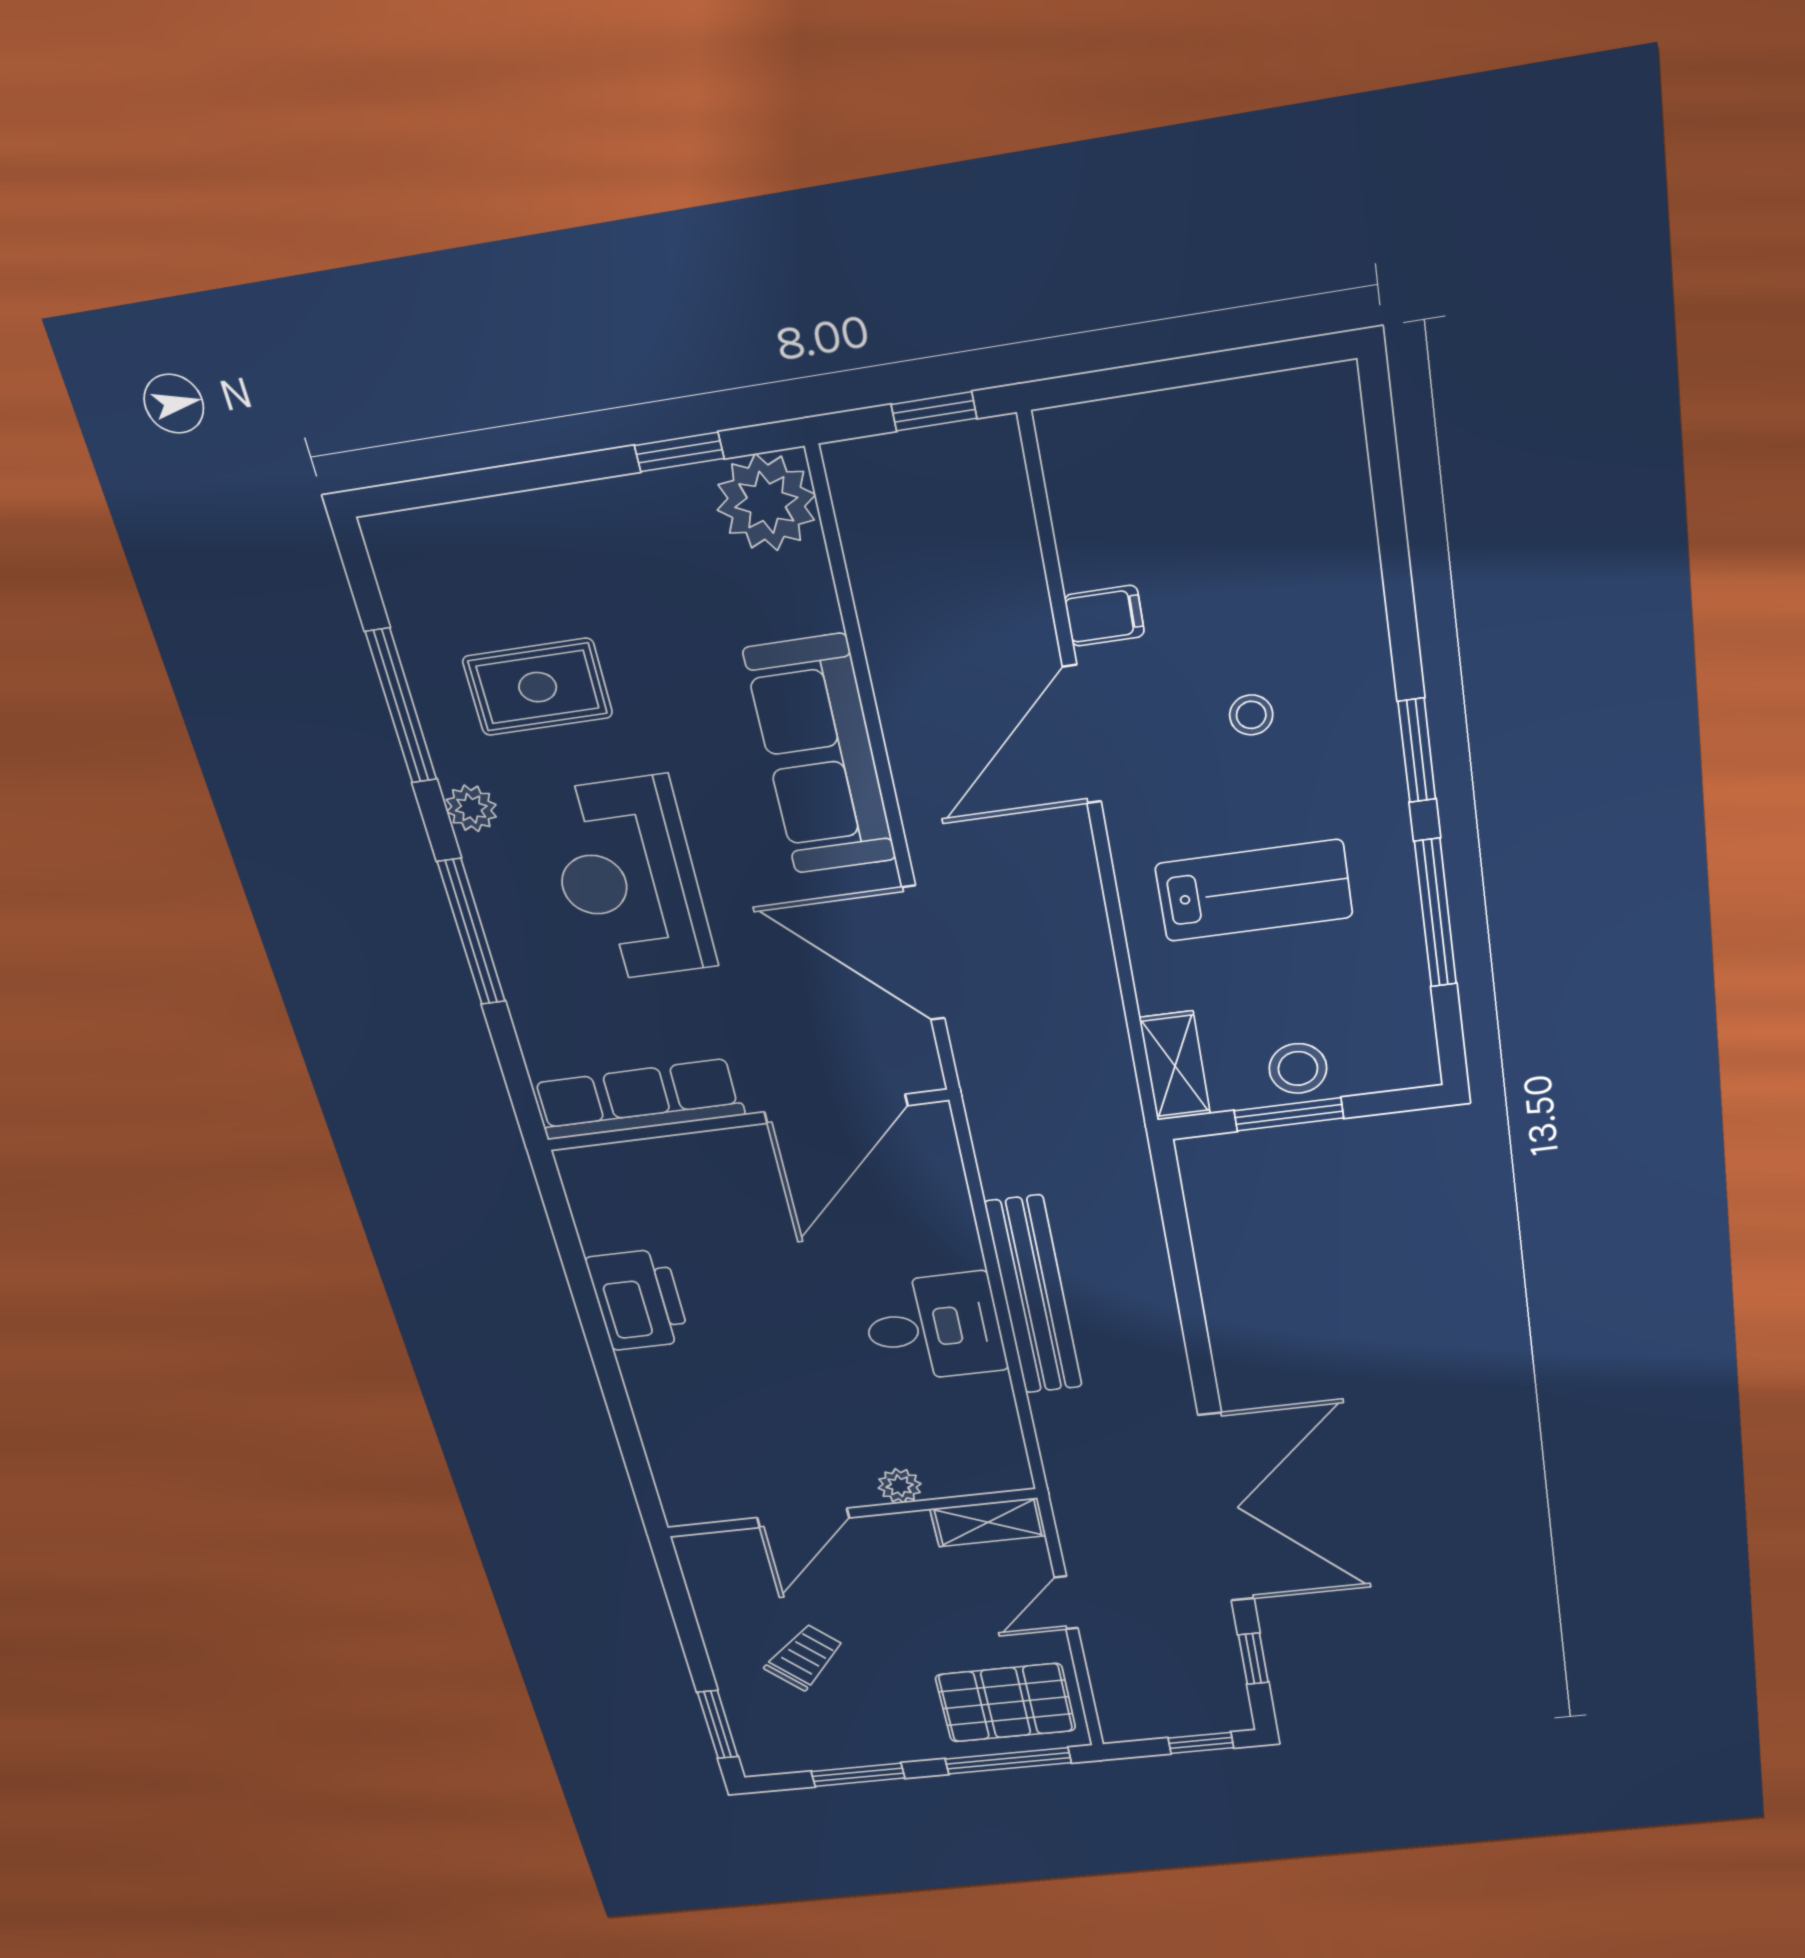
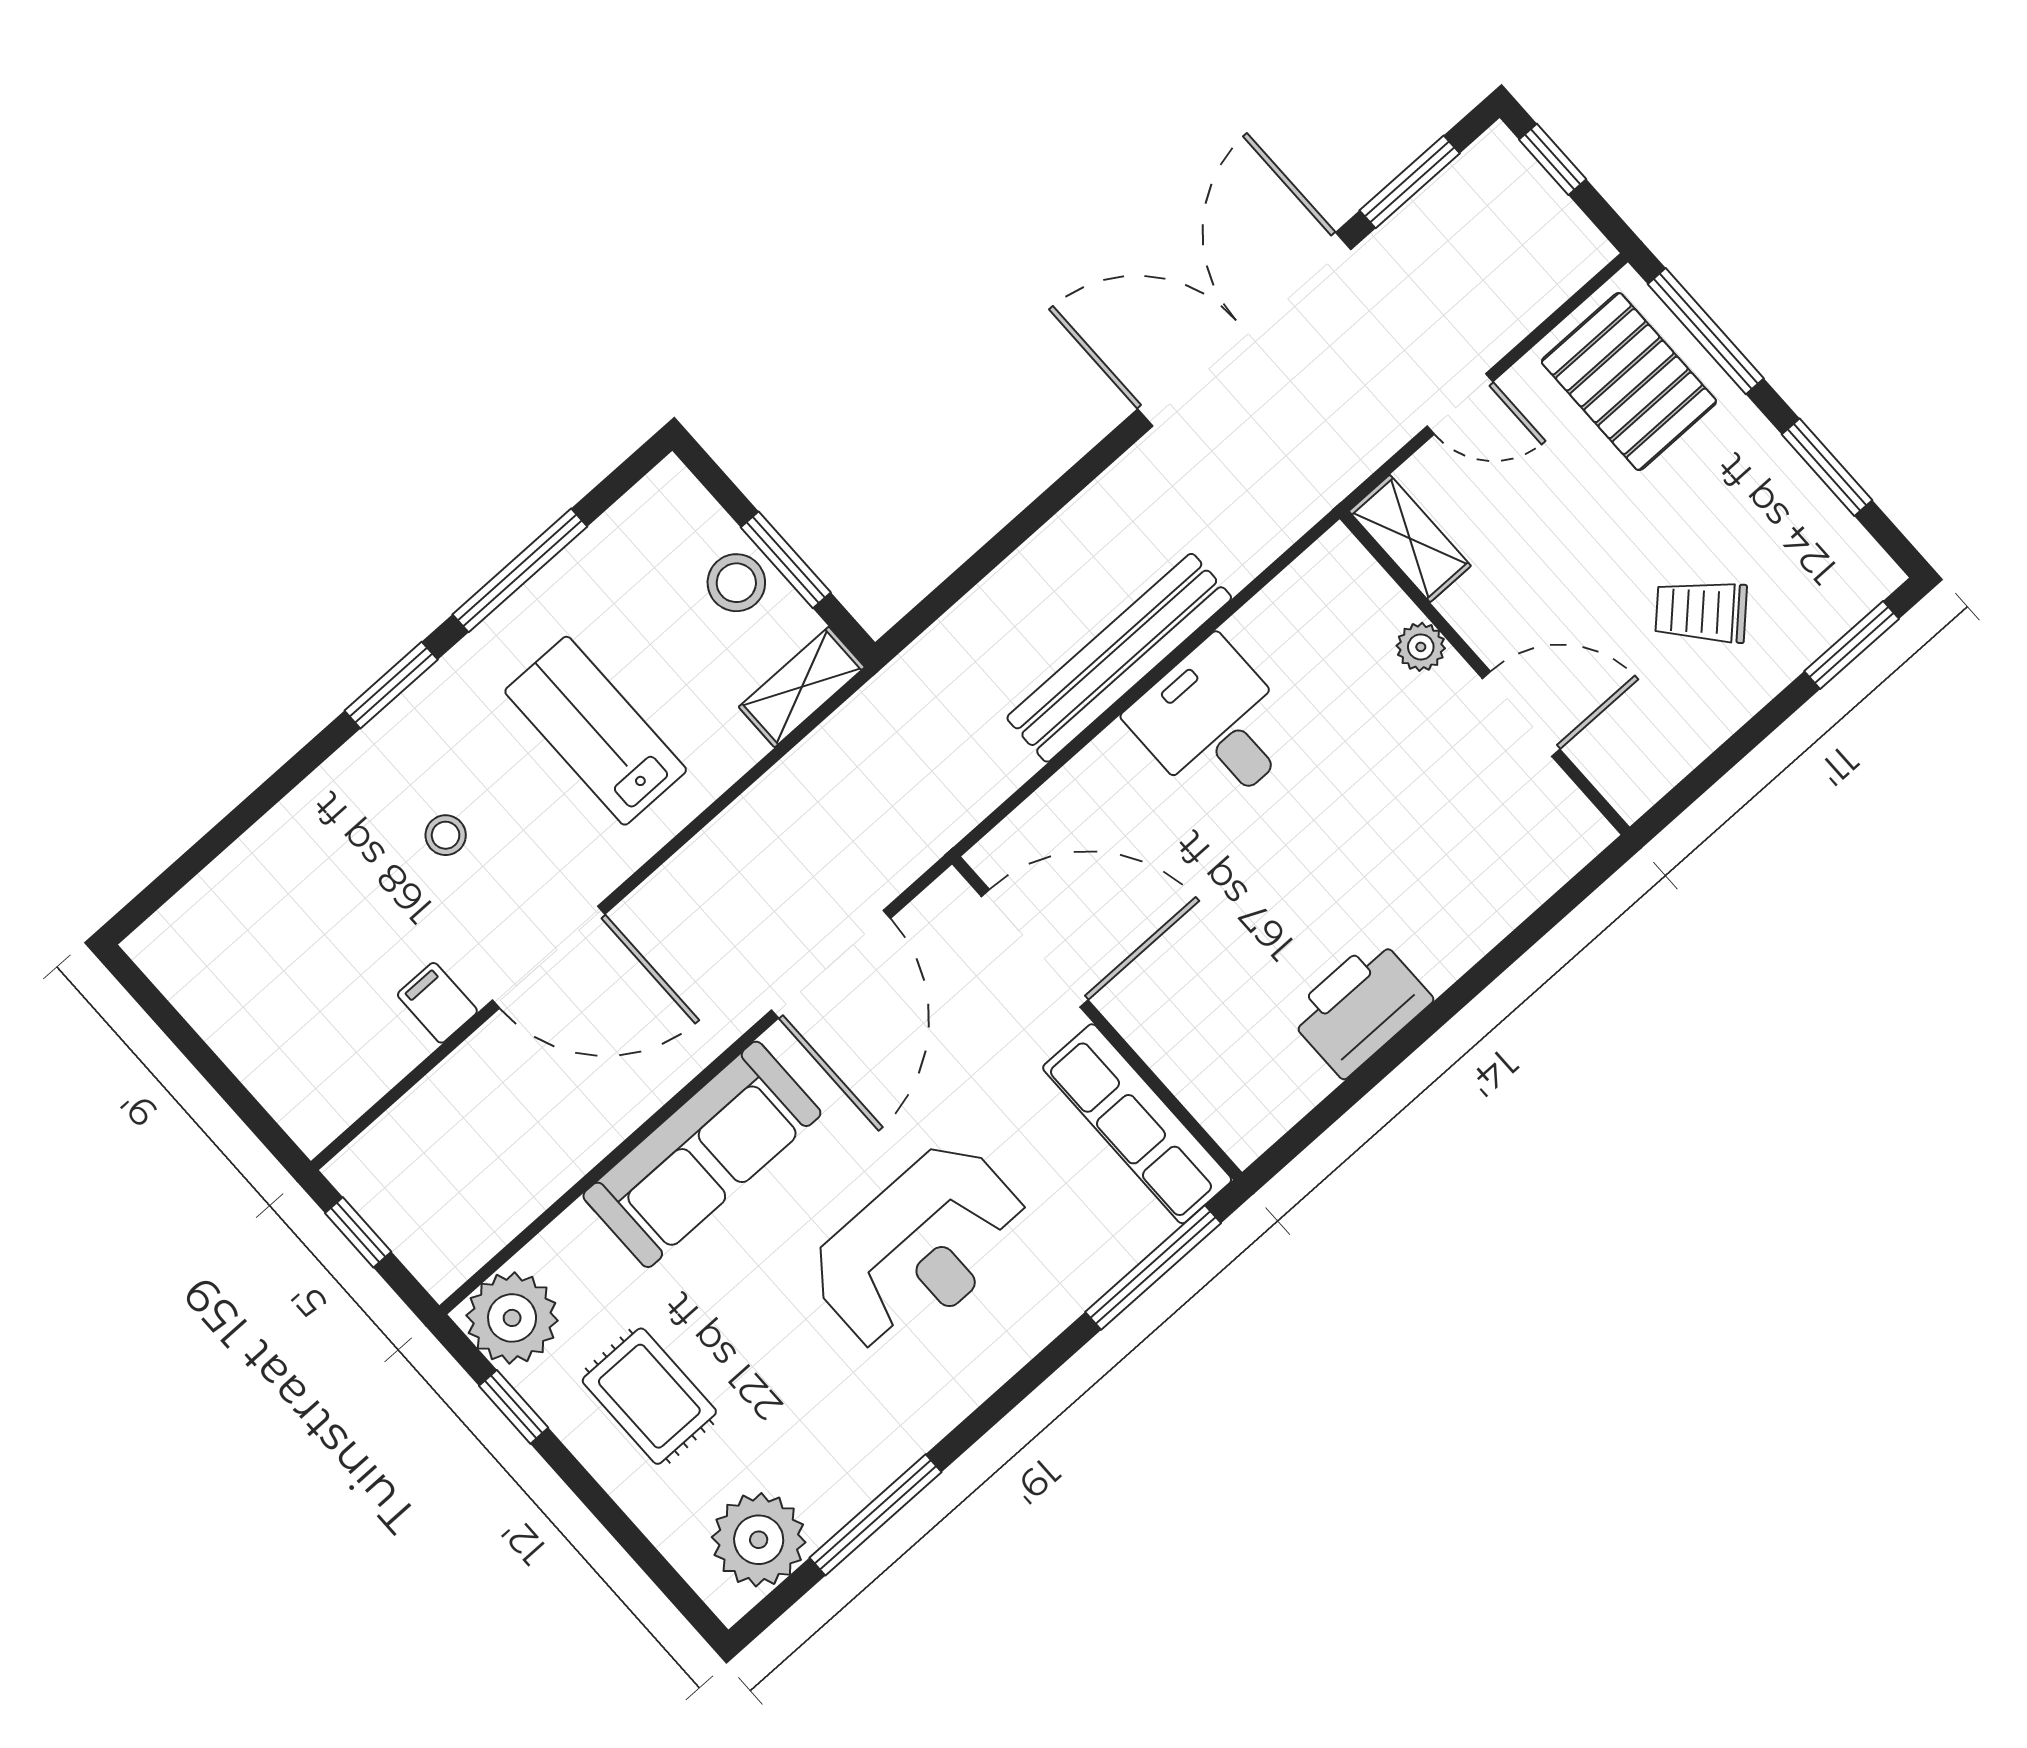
rug: (538, 687) -> (649, 1396), moved
plant: (471, 808) -> (759, 1540), moved, width x1.88, depth x1.88
window: (471, 932) -> (1153, 1267), moved
window: (1253, 1659) -> (1410, 182), width x1.50

